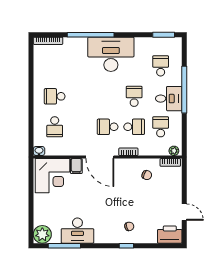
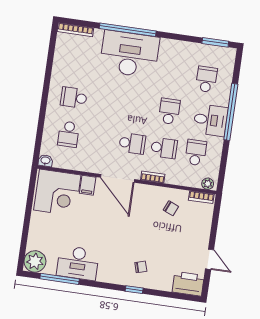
desk: (111, 54) -> (129, 54), moved
school desk: (108, 127) -> (132, 143), turned 180

